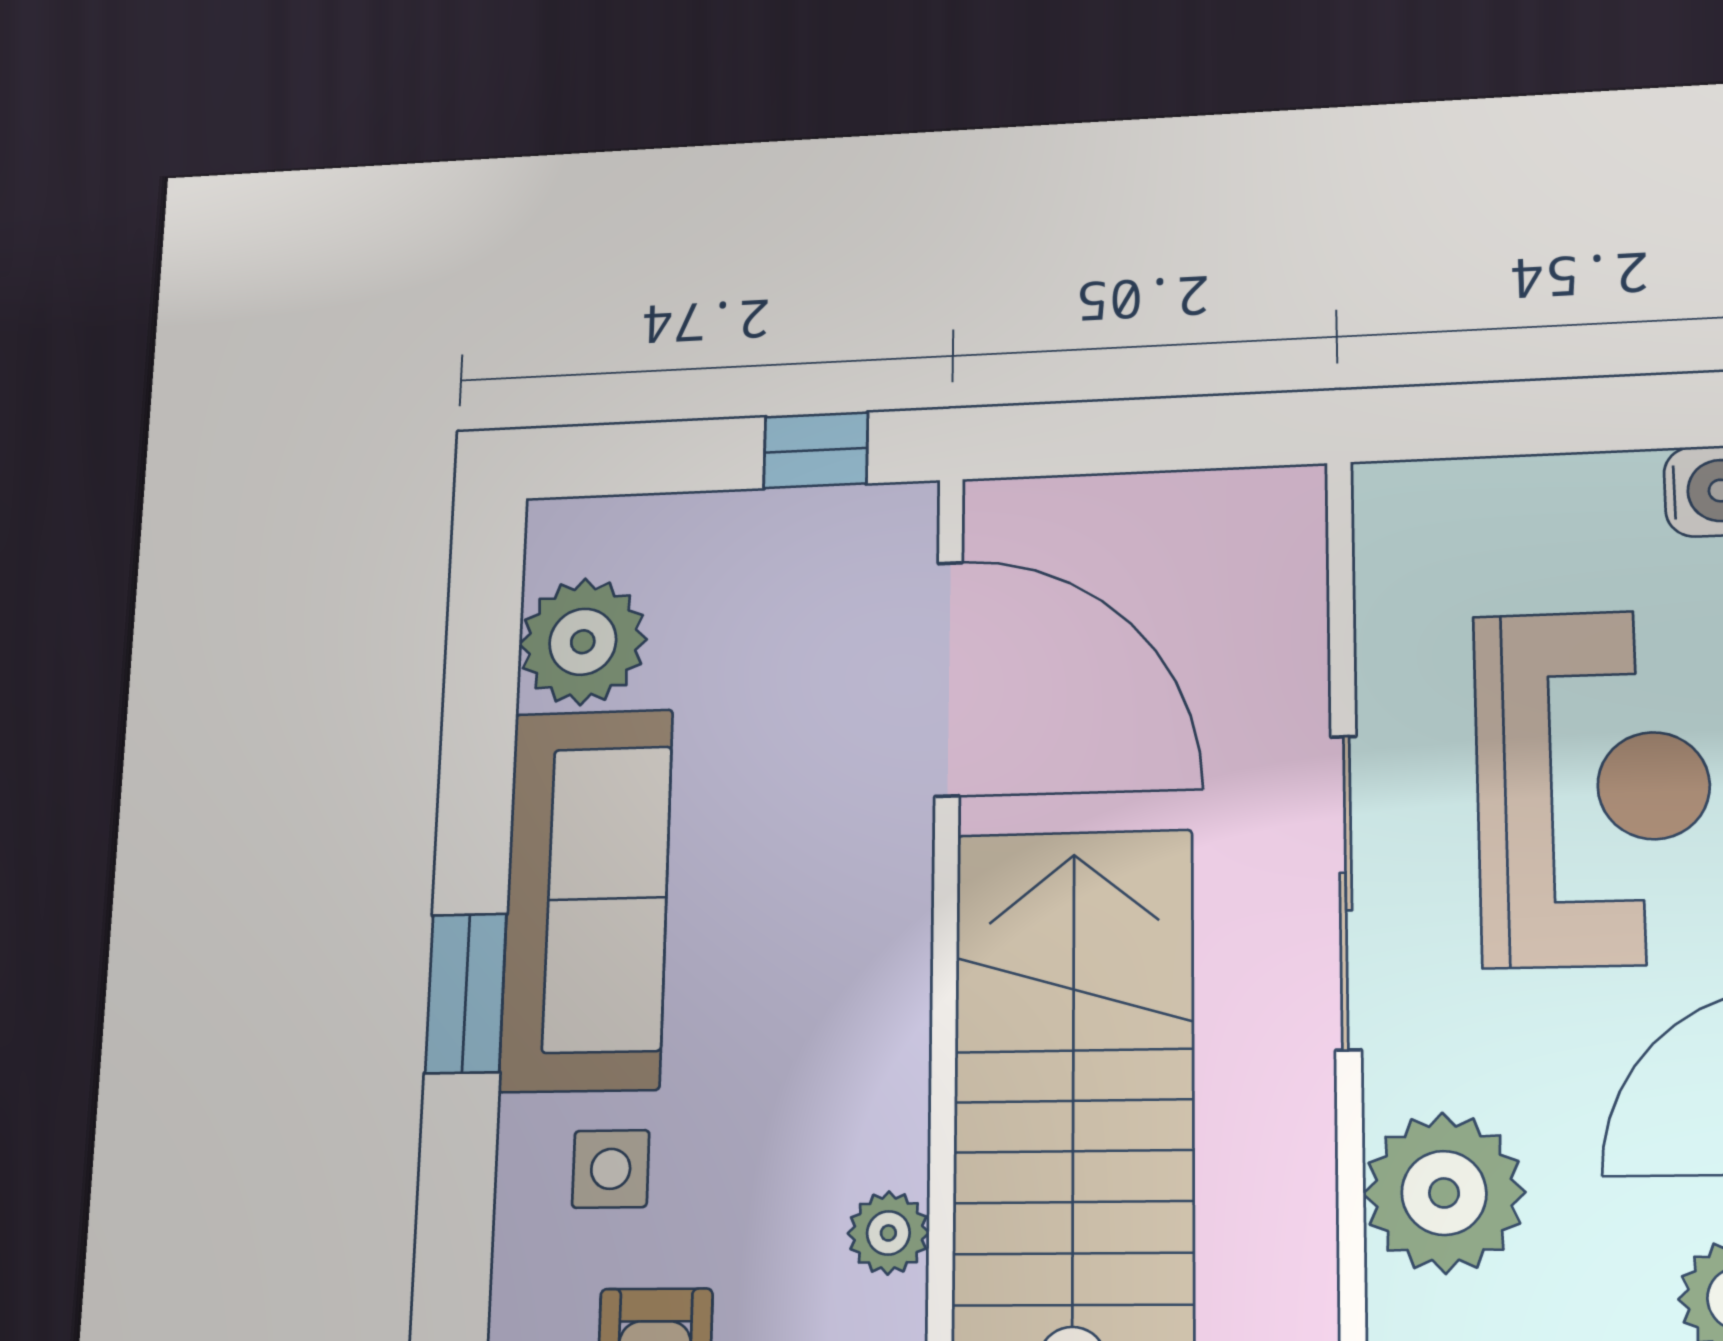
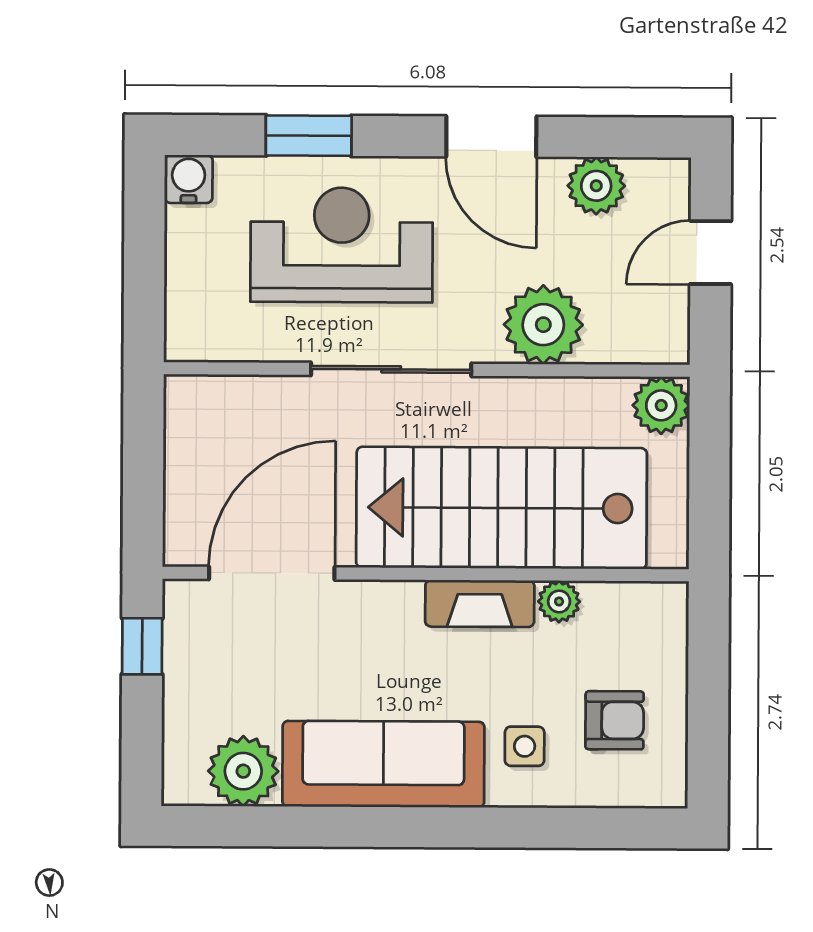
window: (466, 993) -> (432, 827), removed
fireplace: (886, 1076) -> (480, 604), added

